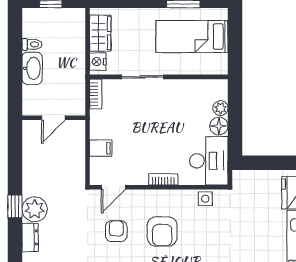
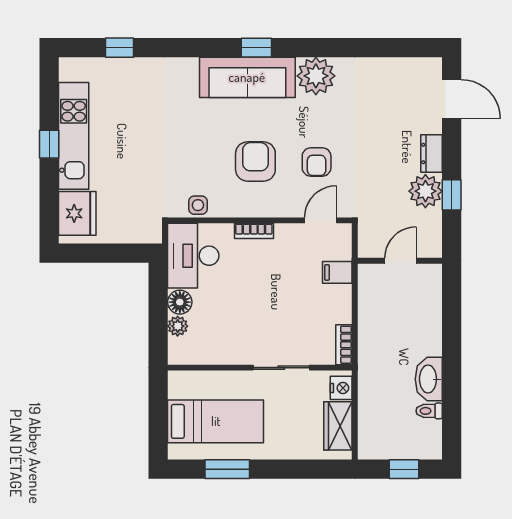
door: (53, 118) -> (400, 261), moved
wall: (54, 118) -> (400, 261), moved

